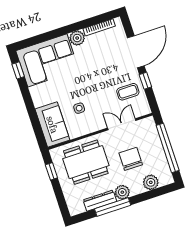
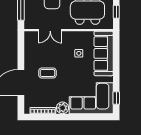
window: (145, 81) -> (21, 58), removed
coffee table: (128, 92) -> (47, 73), moved
sofa: (52, 125) -> (104, 53), width x1.36

